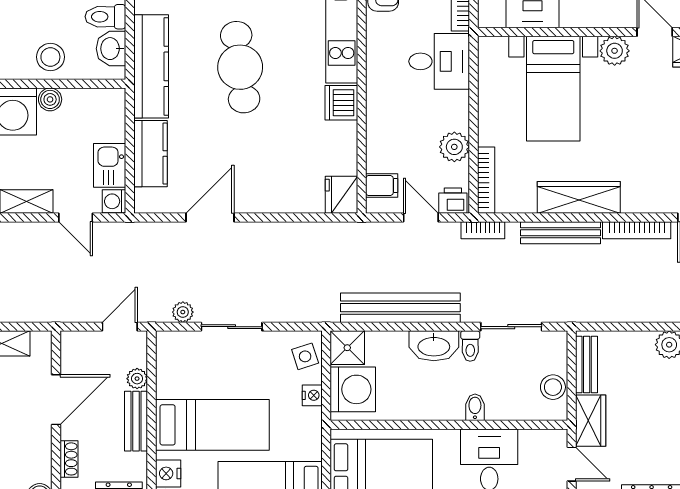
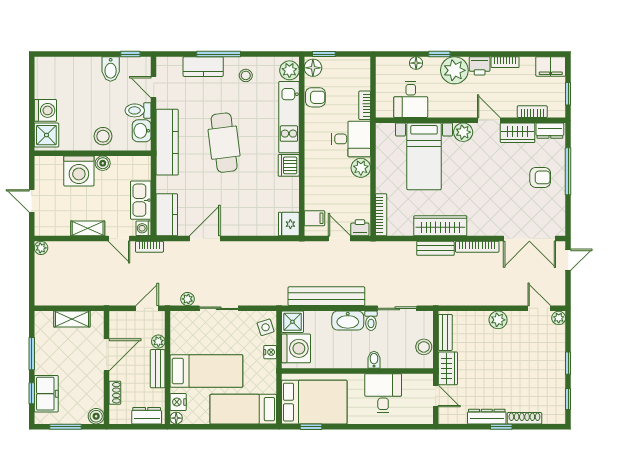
plant: (454, 147) -> (361, 168), moved
kitchen counter: (150, 154) -> (167, 215), moved
kitchen sink: (110, 165) -> (141, 200), width x1.38
bookcase: (483, 230) -> (149, 247), moved
bench: (561, 233) -> (435, 248), width x0.73

